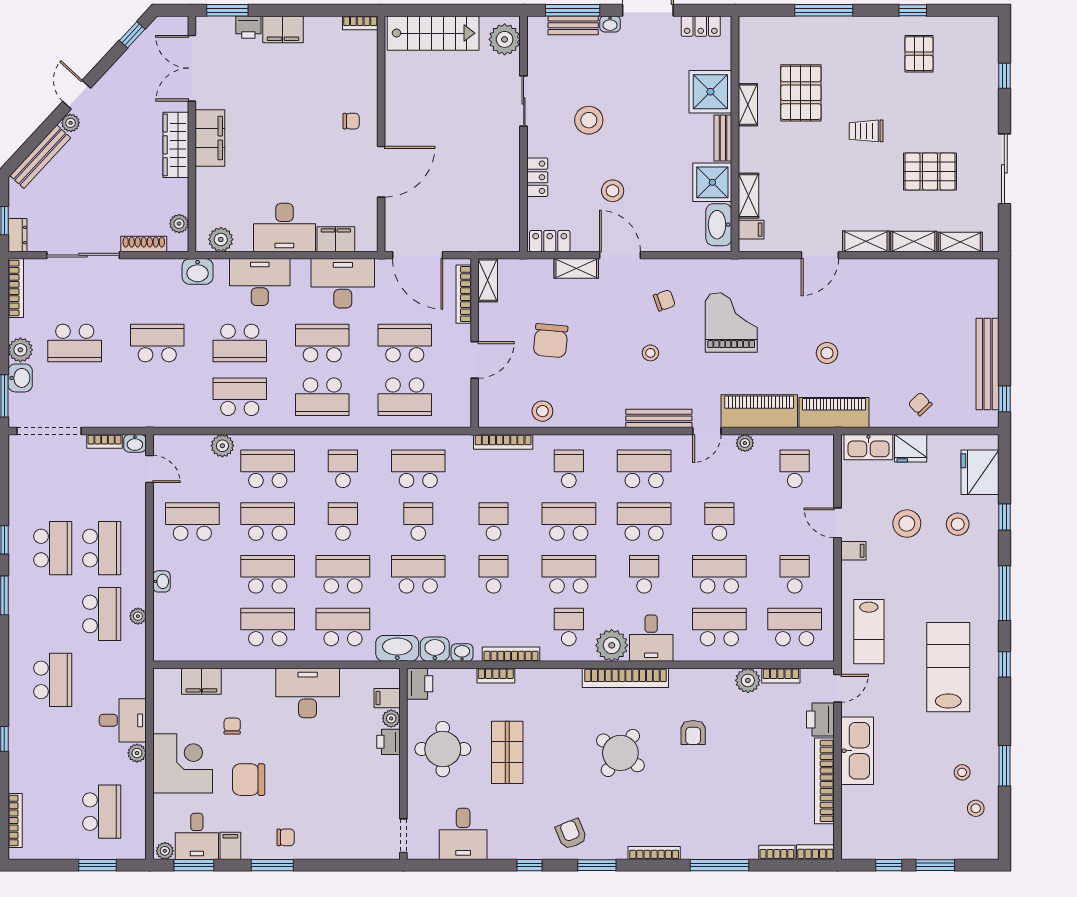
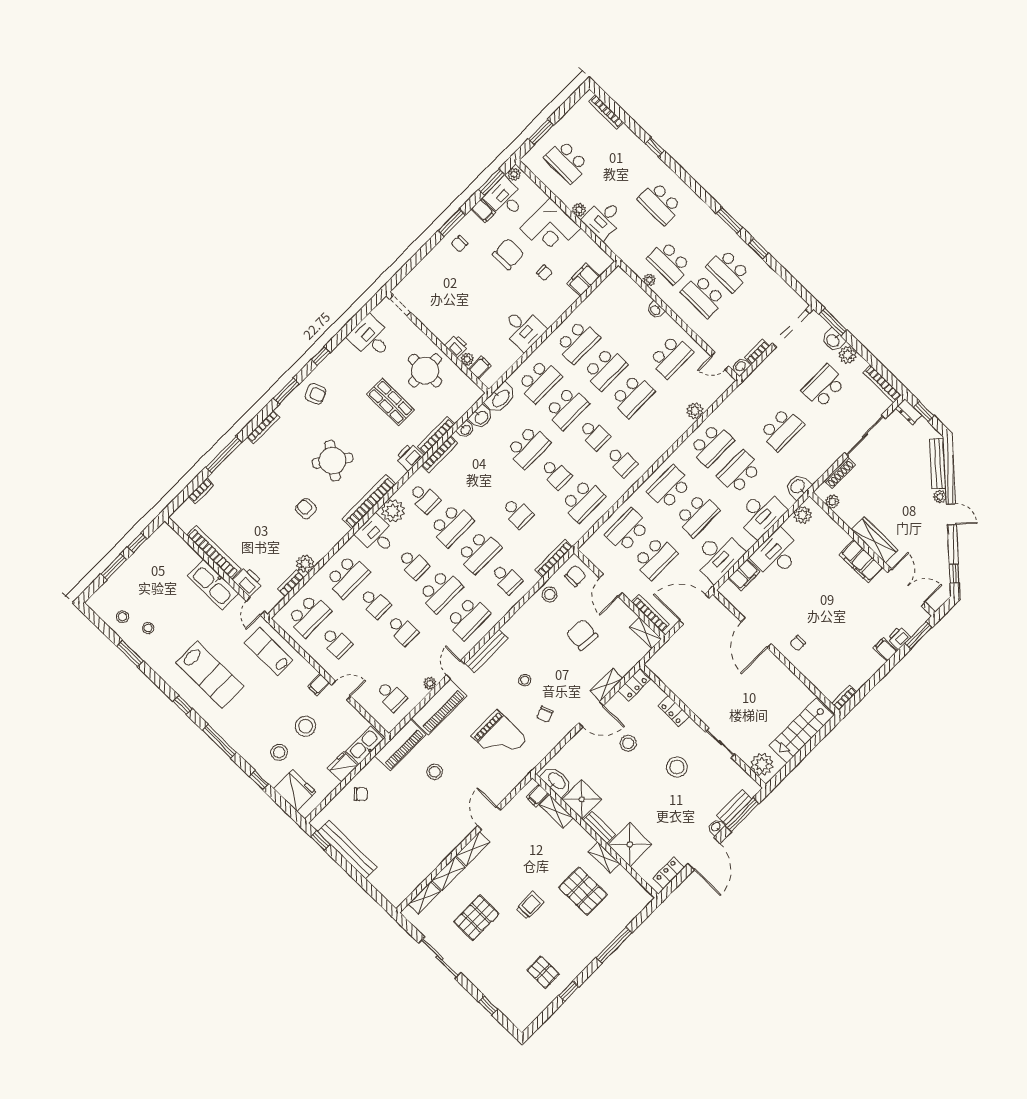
filing cabinet: (283, 29) -> (885, 649), width x0.50
chair: (500, 404) -> (575, 576), added
school desk: (268, 469) -> (660, 422), removed
school desk: (494, 574) -> (490, 486), removed
school desk: (719, 574) -> (375, 603), width x0.54
bookcase: (496, 676) -> (436, 435), width x1.56
printer: (420, 684) -> (409, 457), moved, turned 90
desk: (308, 693) -> (523, 329), width x0.73
bookcase: (815, 852) -> (182, 511), removed

